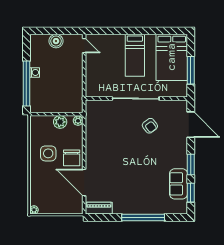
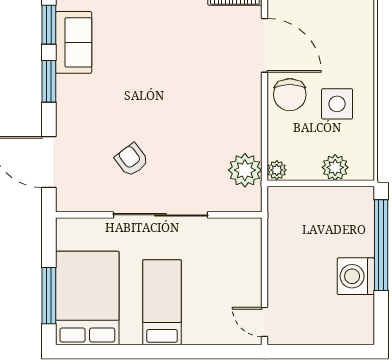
boiler: (56, 41) -> (321, 331), removed
window: (191, 70) -> (49, 296), moved
washing machine: (35, 72) -> (356, 276), width x1.89, depth x1.89
plant: (94, 121) -> (245, 170), added
plant: (60, 122) -> (335, 167), moved
chair: (72, 158) -> (290, 95), turned 180

